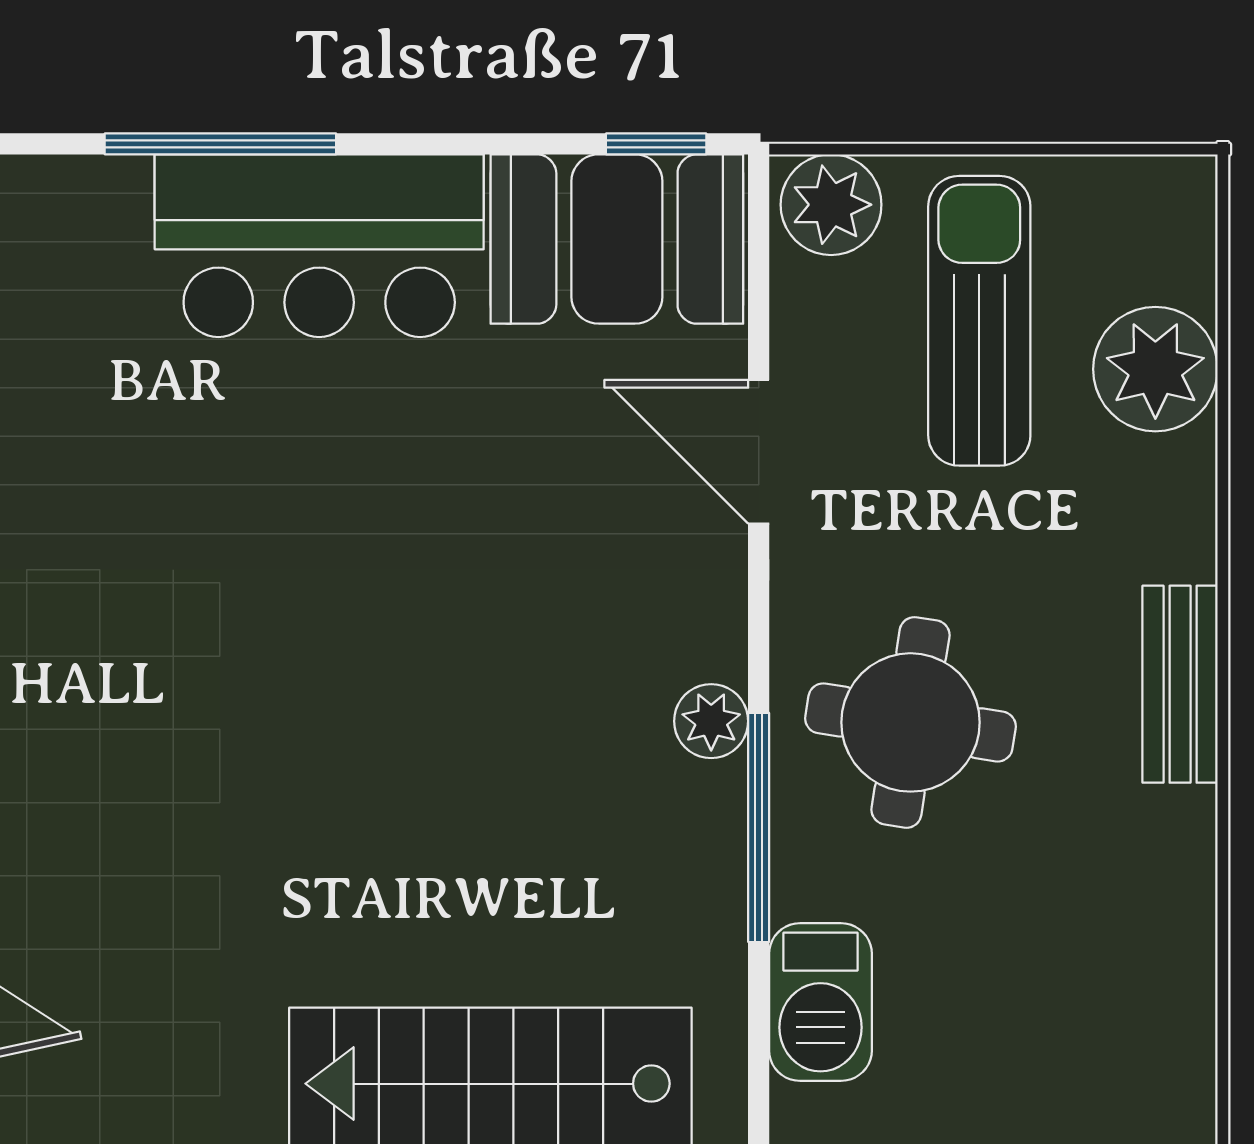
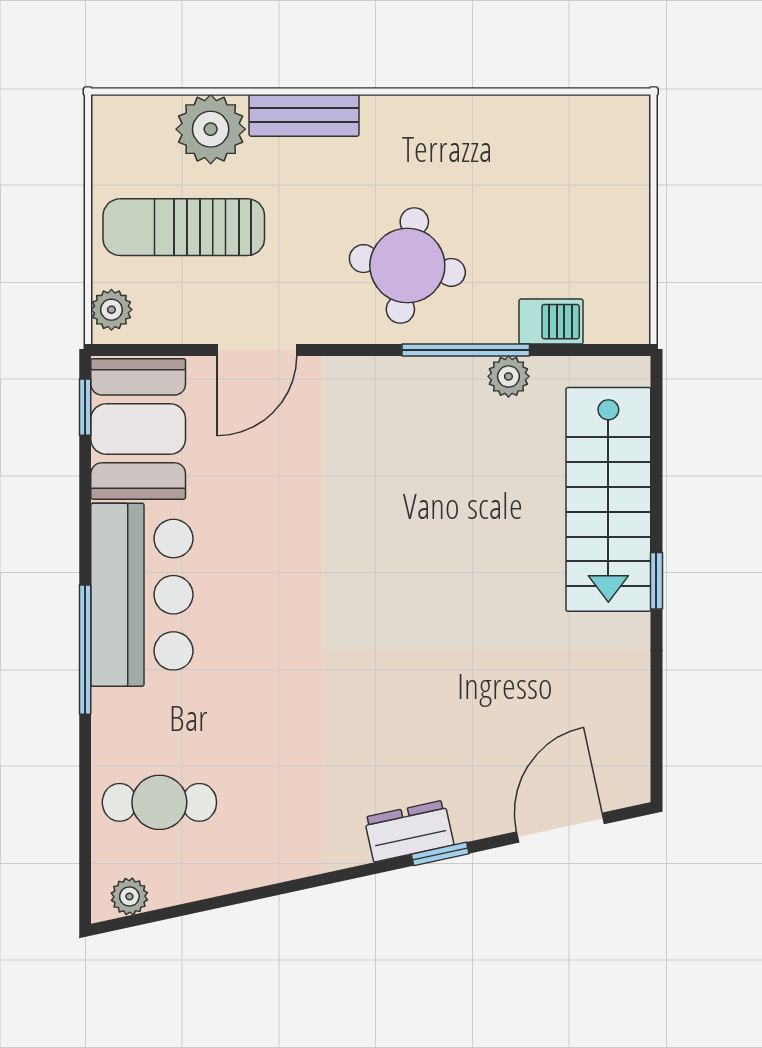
plant: (831, 205) -> (111, 310), width x0.73, depth x0.73
bench: (1180, 684) -> (304, 115), moved
plant: (711, 721) -> (508, 376), moved
barbecue: (820, 1002) -> (551, 322), width x0.73, depth x0.79

